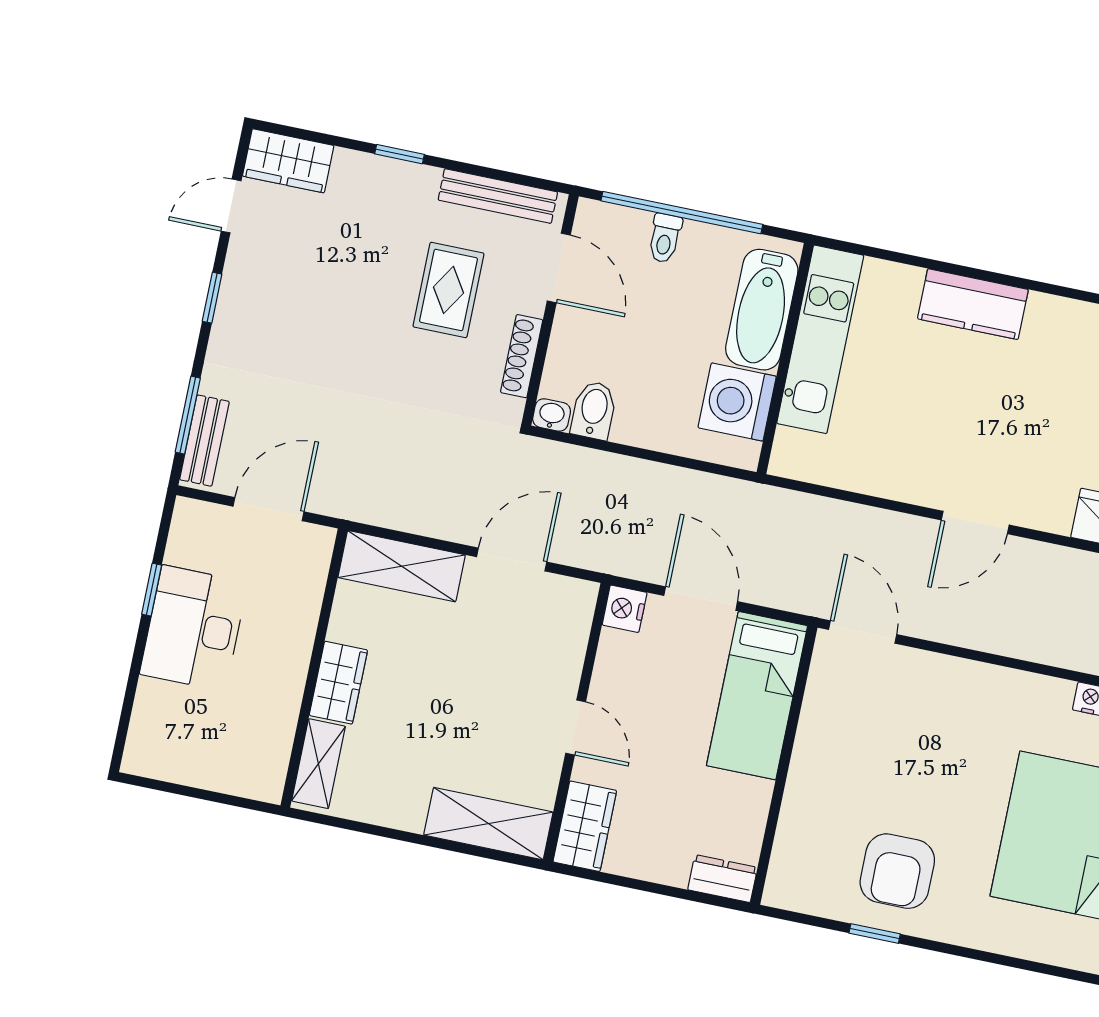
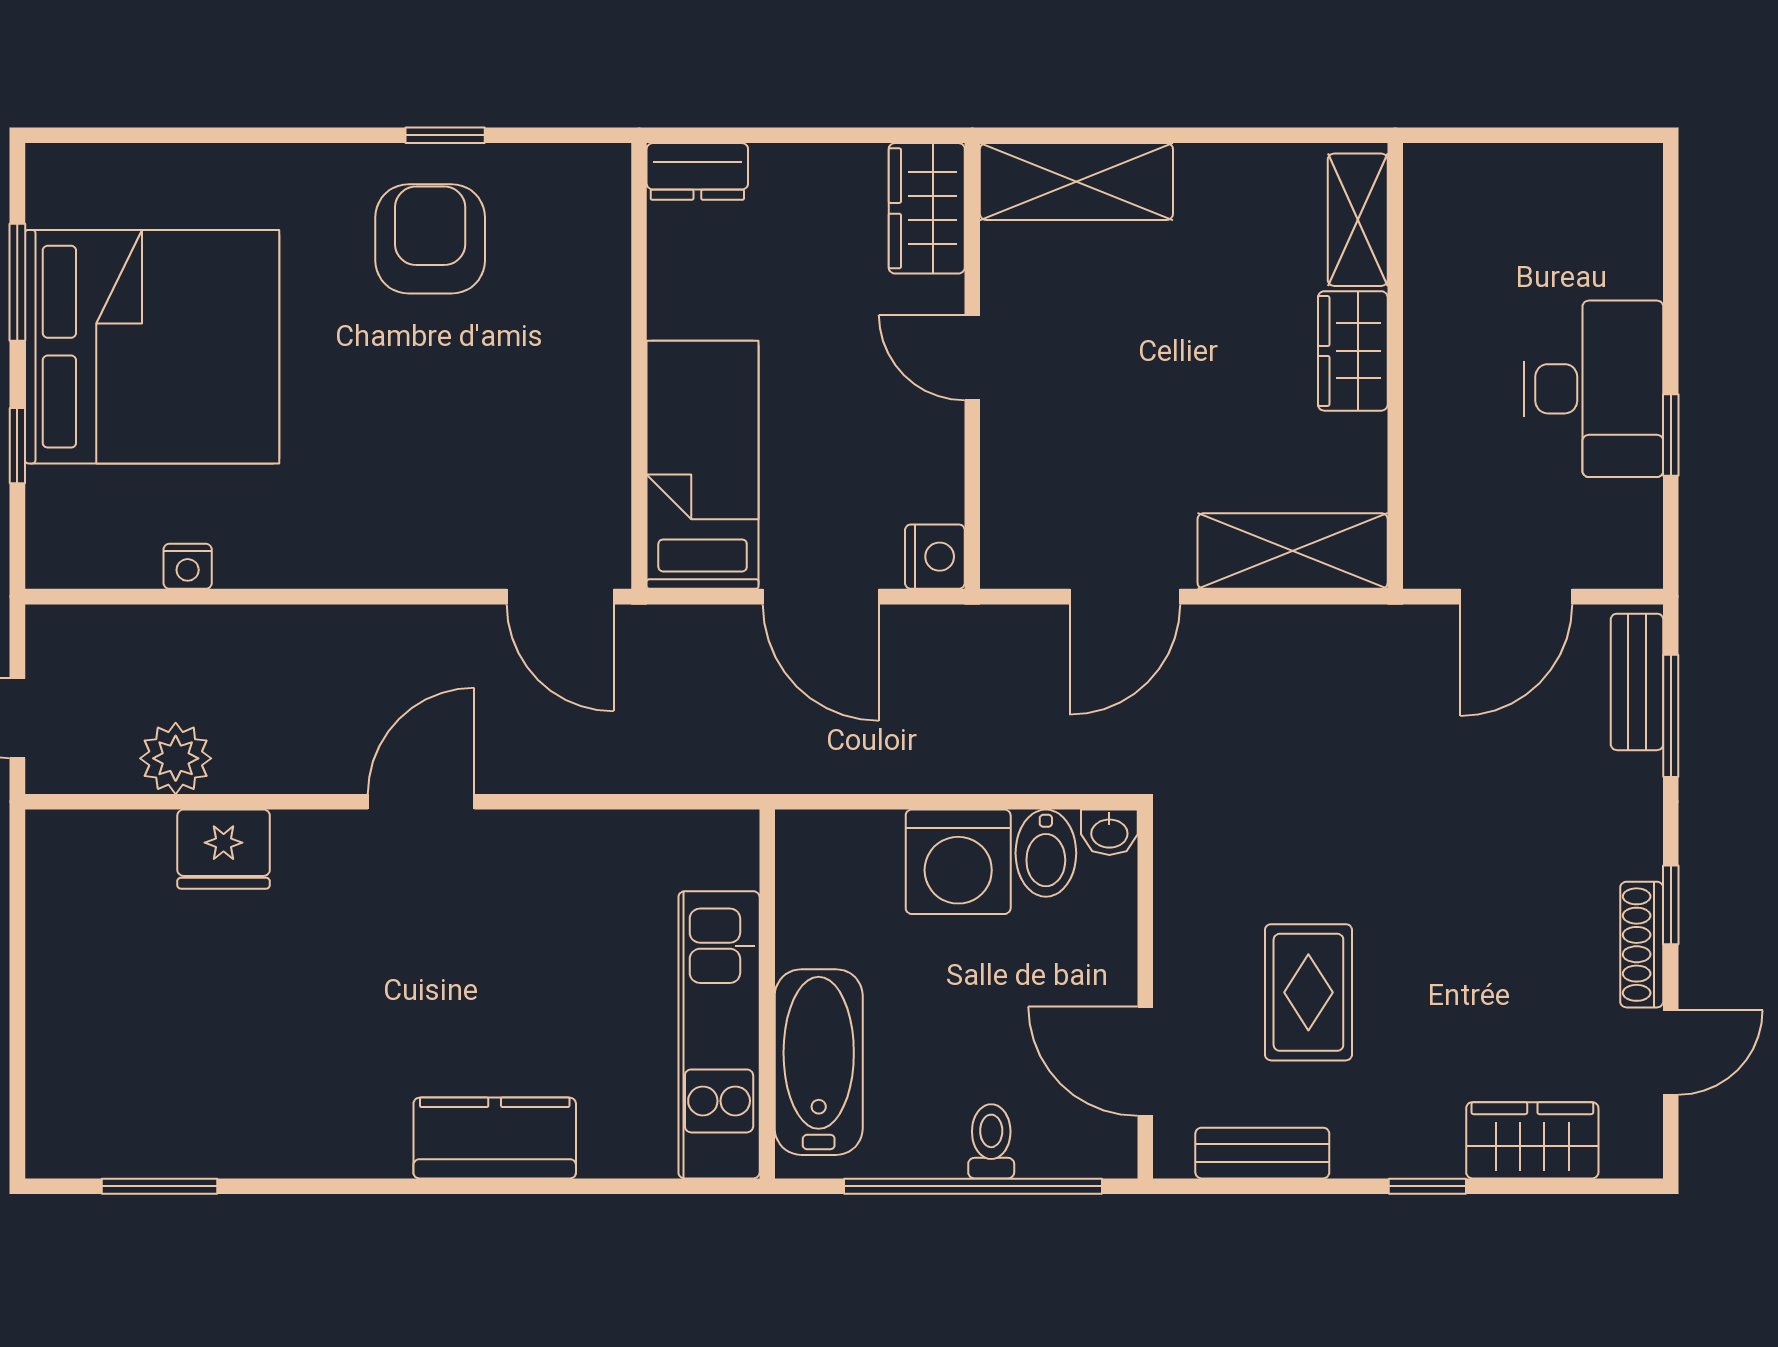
wardrobe: (288, 161) -> (1532, 1140), moved
bench: (498, 196) -> (1262, 1153), width x0.73
shoe rack: (522, 356) -> (1642, 945), moved, turned 180
washing machine: (737, 402) -> (958, 862), moved, turned 90

